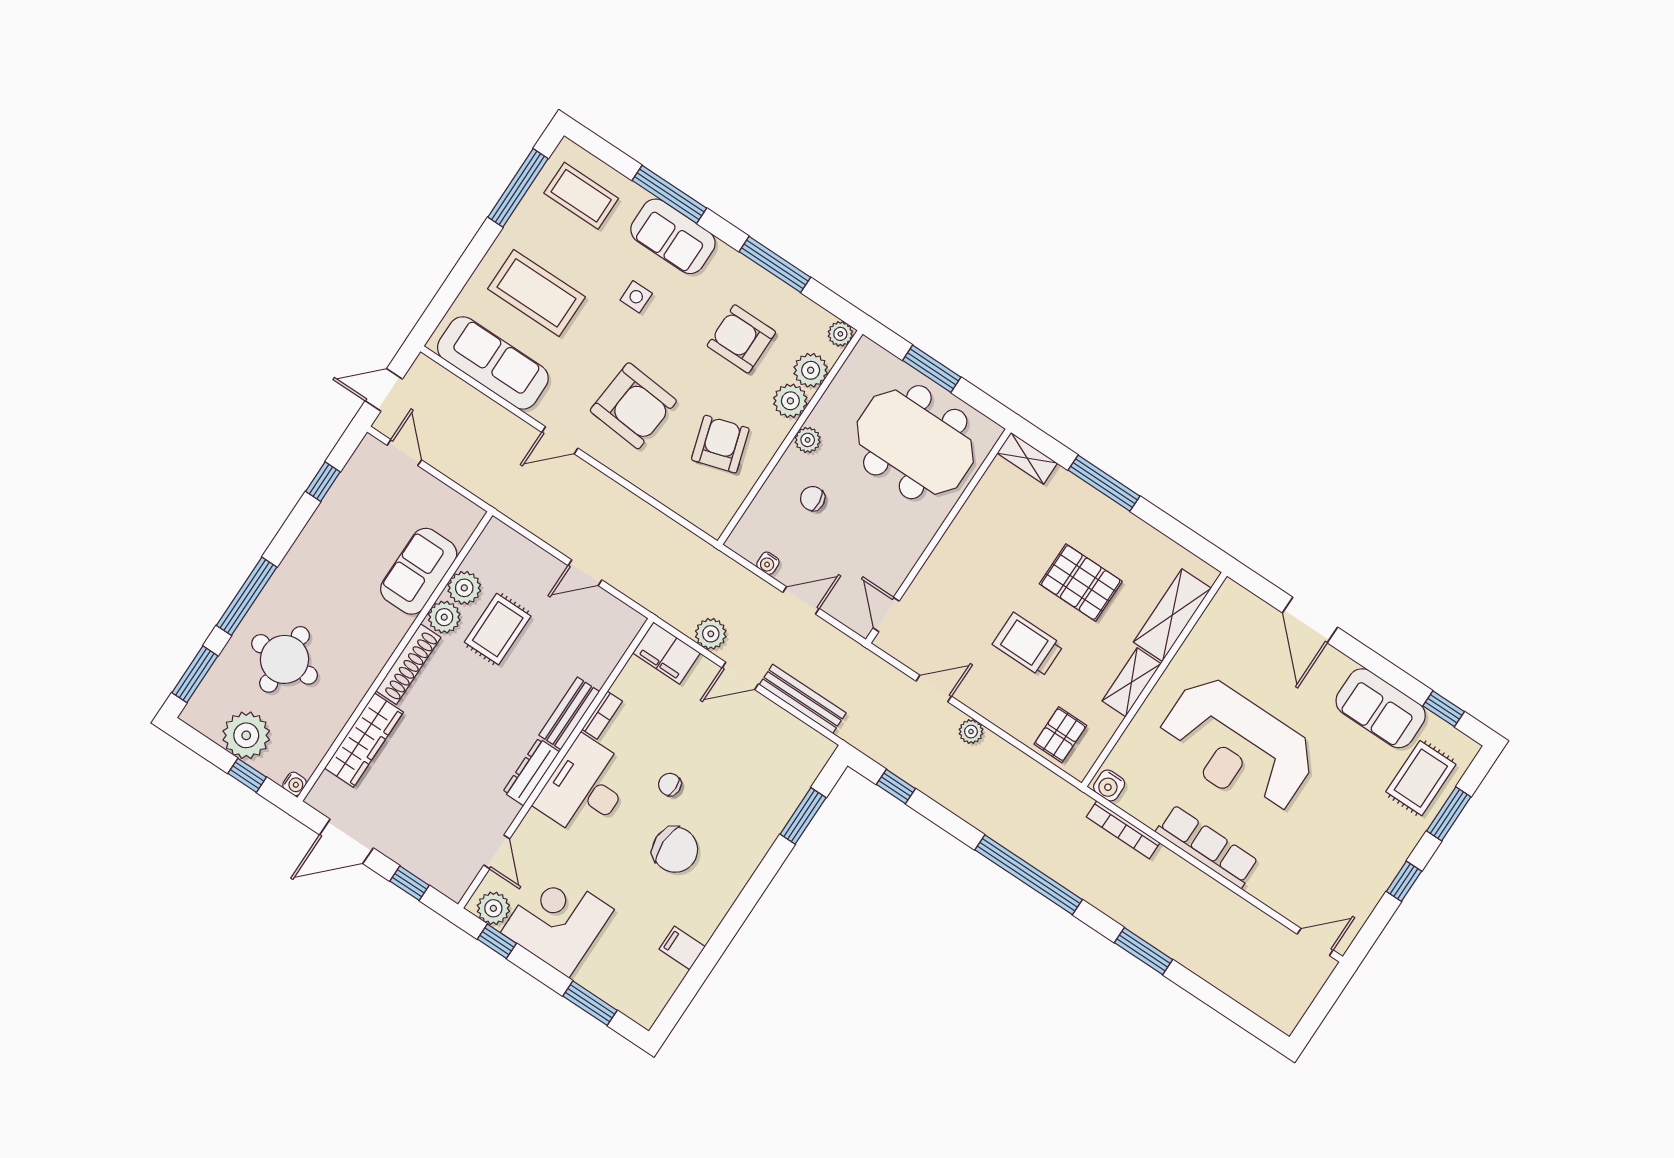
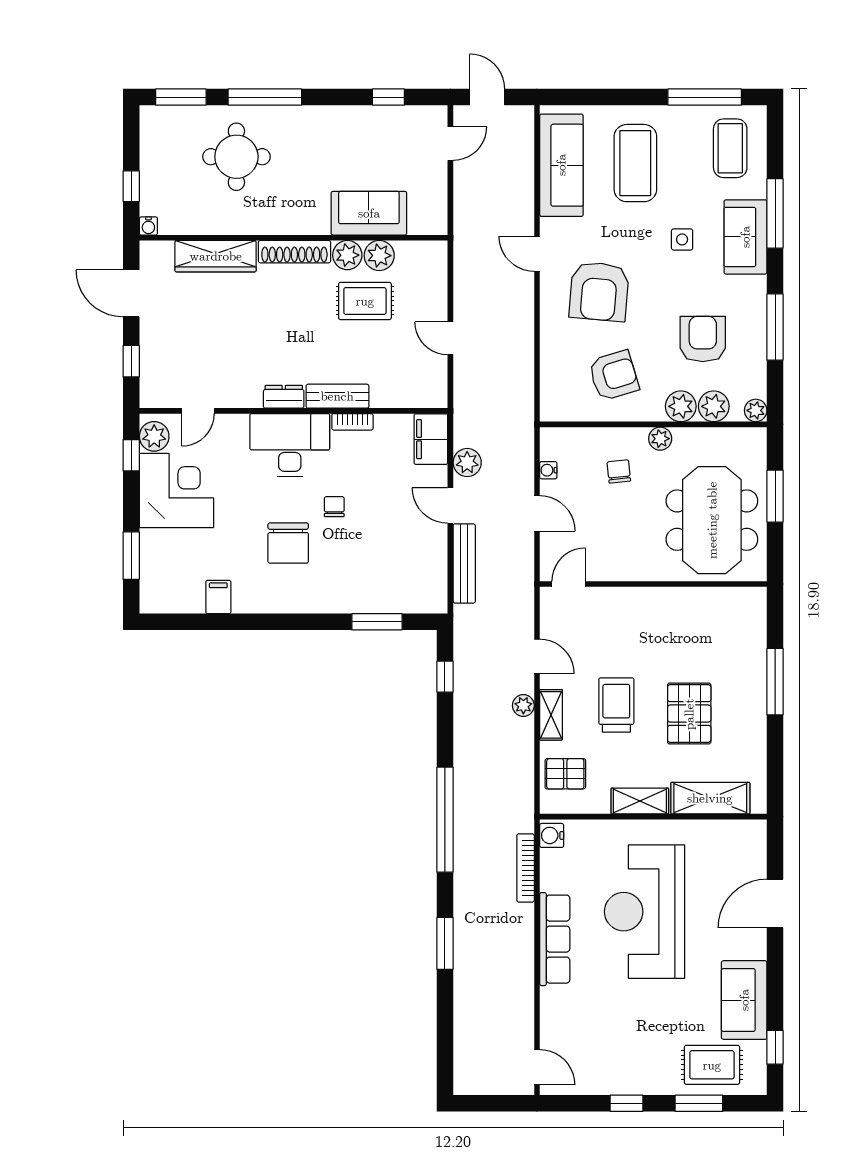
shelving: (1027, 458) -> (551, 715), moved
plant: (246, 735) -> (161, 166), removed
dresser: (531, 772) -> (284, 397), width x0.70

